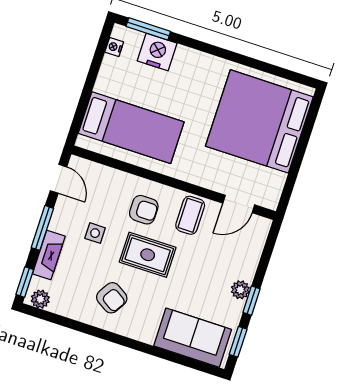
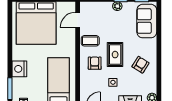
nightstand: (157, 52) -> (19, 69), moved
door: (239, 204) -> (78, 20), swing flipped

